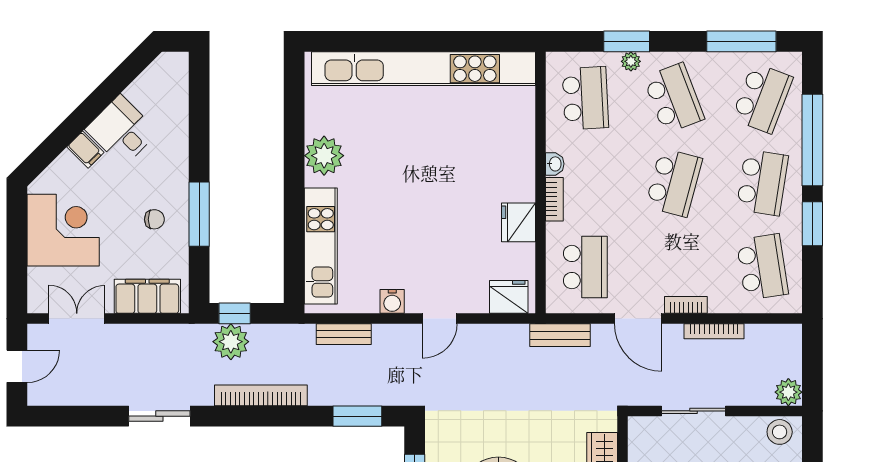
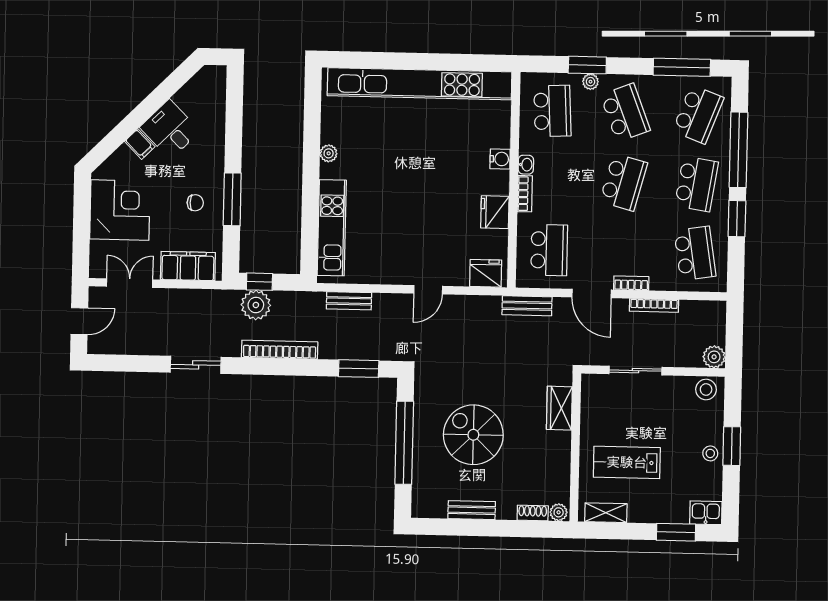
plant: (324, 156) -> (329, 153), width x0.53, depth x0.53
water cooler: (392, 301) -> (500, 159), moved, turned -90

